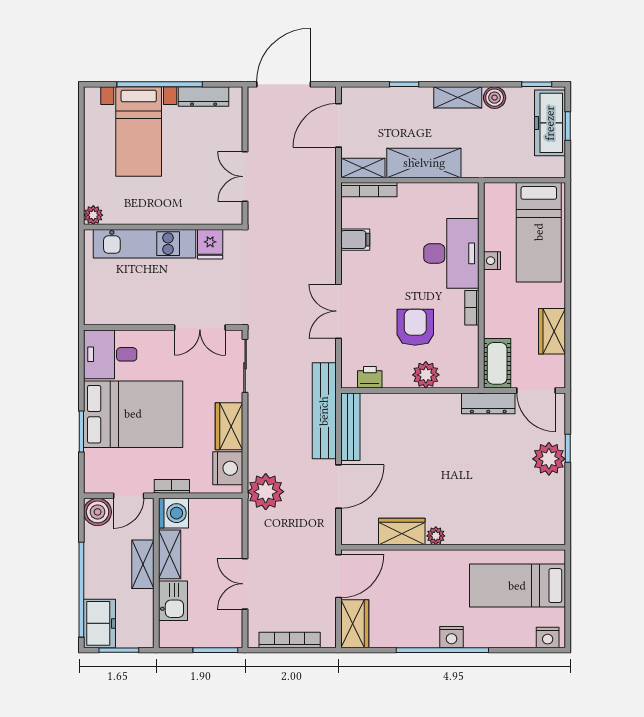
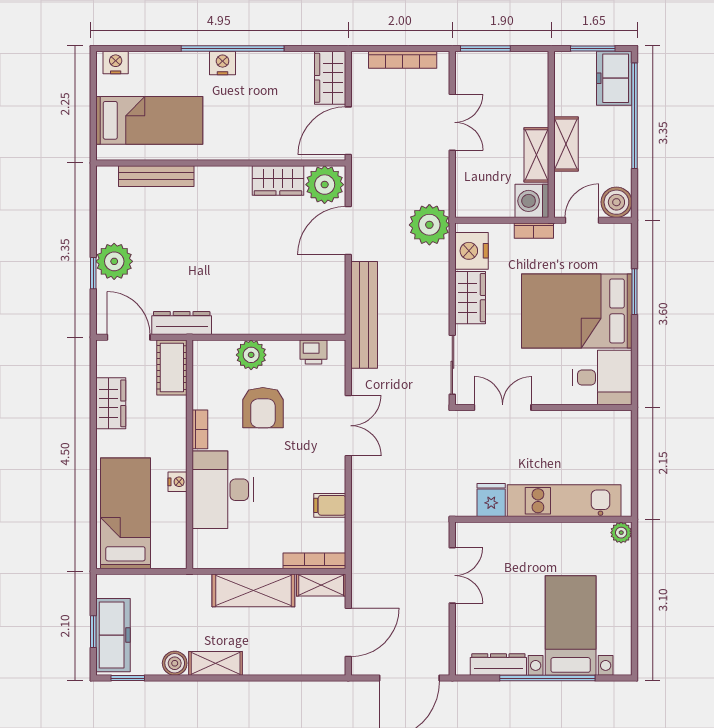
window: (404, 84) -> (275, 678), removed
bench: (350, 427) -> (156, 176), moved, turned 90
plant: (436, 536) -> (325, 185), moved, width x1.87, depth x1.87
kitchen sink: (173, 601) -> (532, 103), removed

